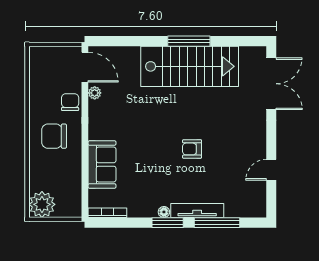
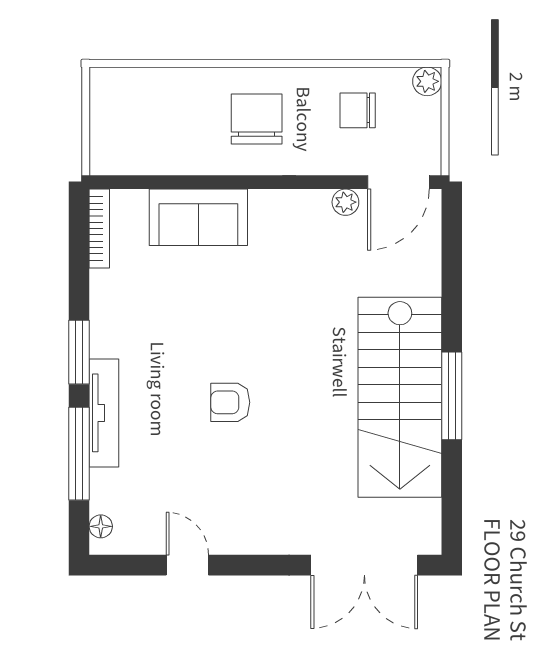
chair: (70, 102) -> (358, 110), moved, turned 180
armchair: (192, 149) -> (230, 402), turned -90
plant: (42, 204) -> (427, 81), moved, width x0.53, depth x0.53
floor lamp: (164, 212) -> (101, 526), moved

